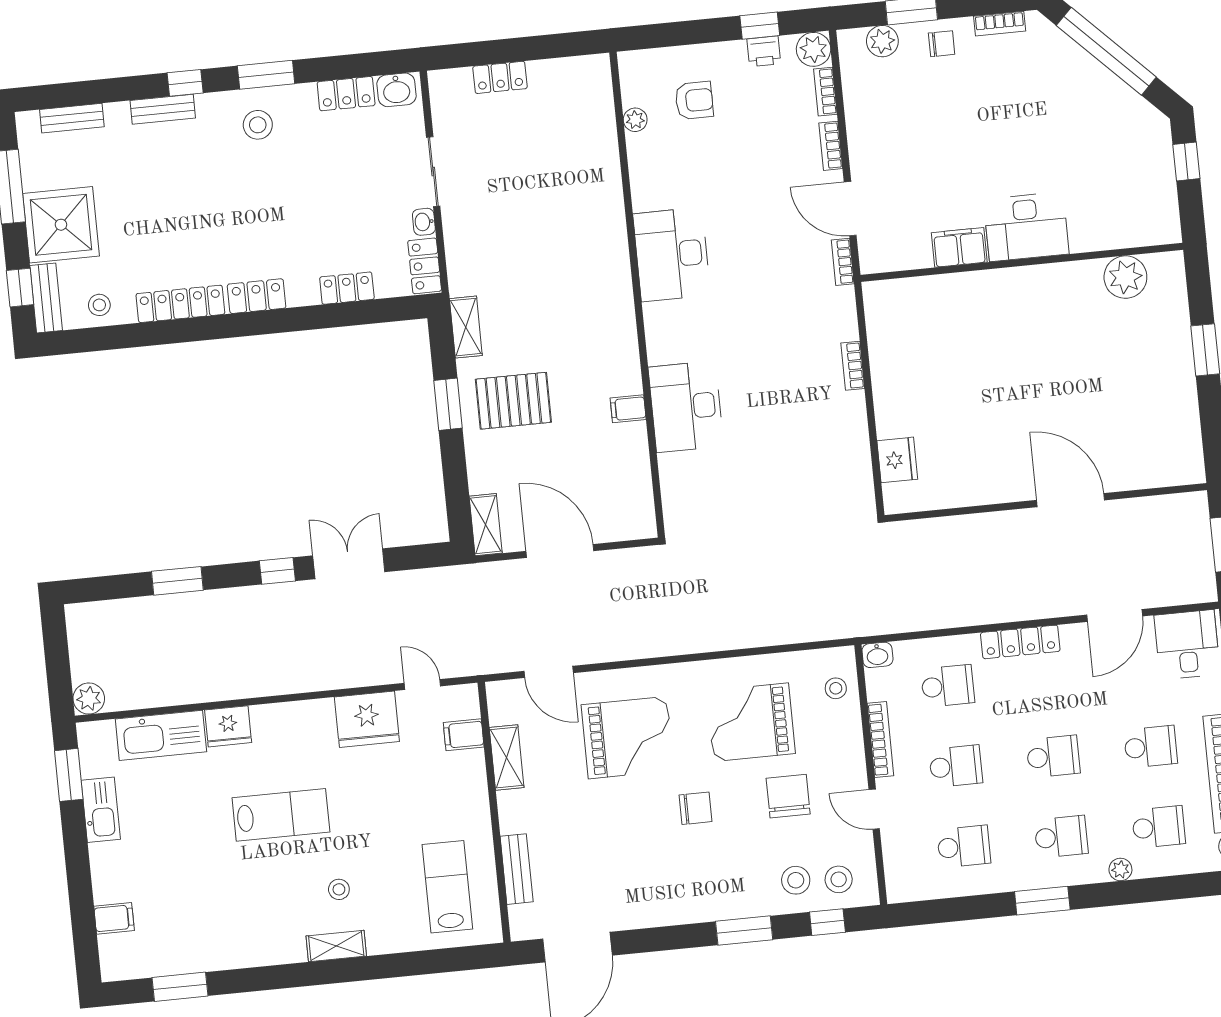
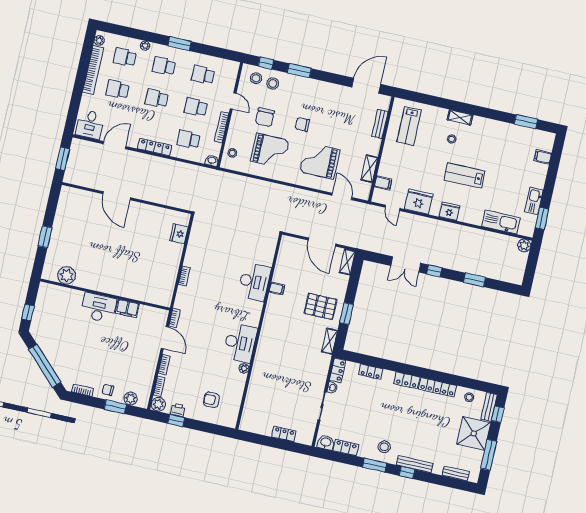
bench: (163, 109) -> (415, 464), width x1.36
plant: (635, 120) -> (244, 368), moved
fridge: (228, 726) -> (449, 211), moved

